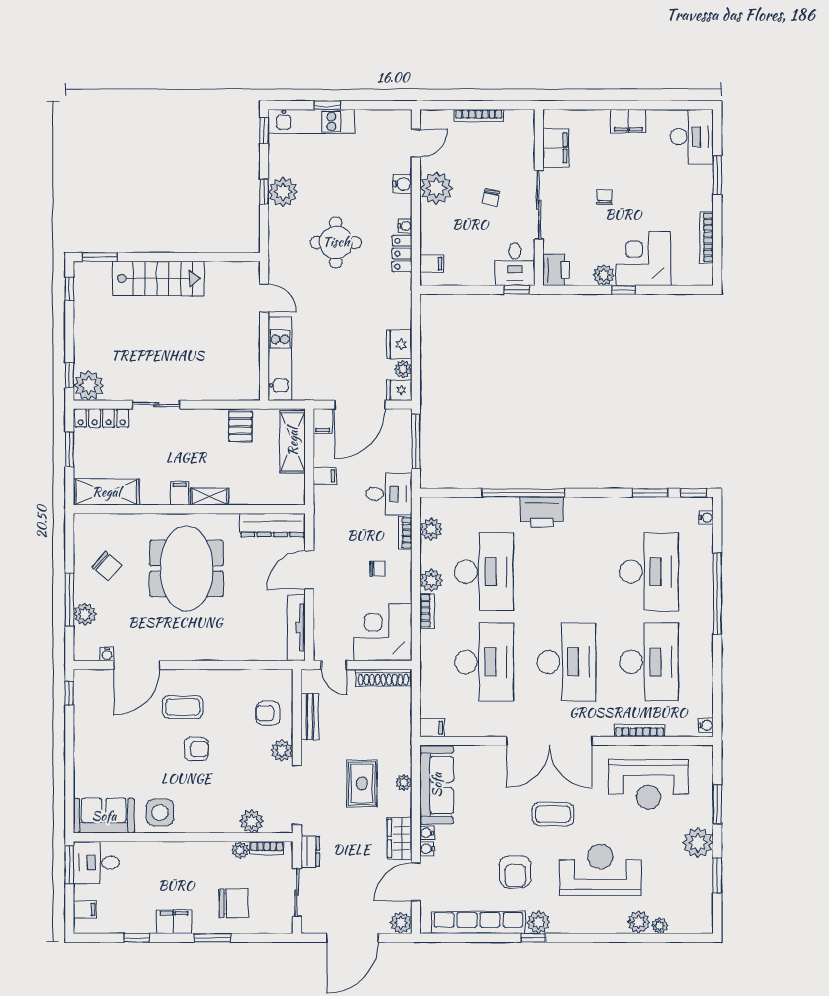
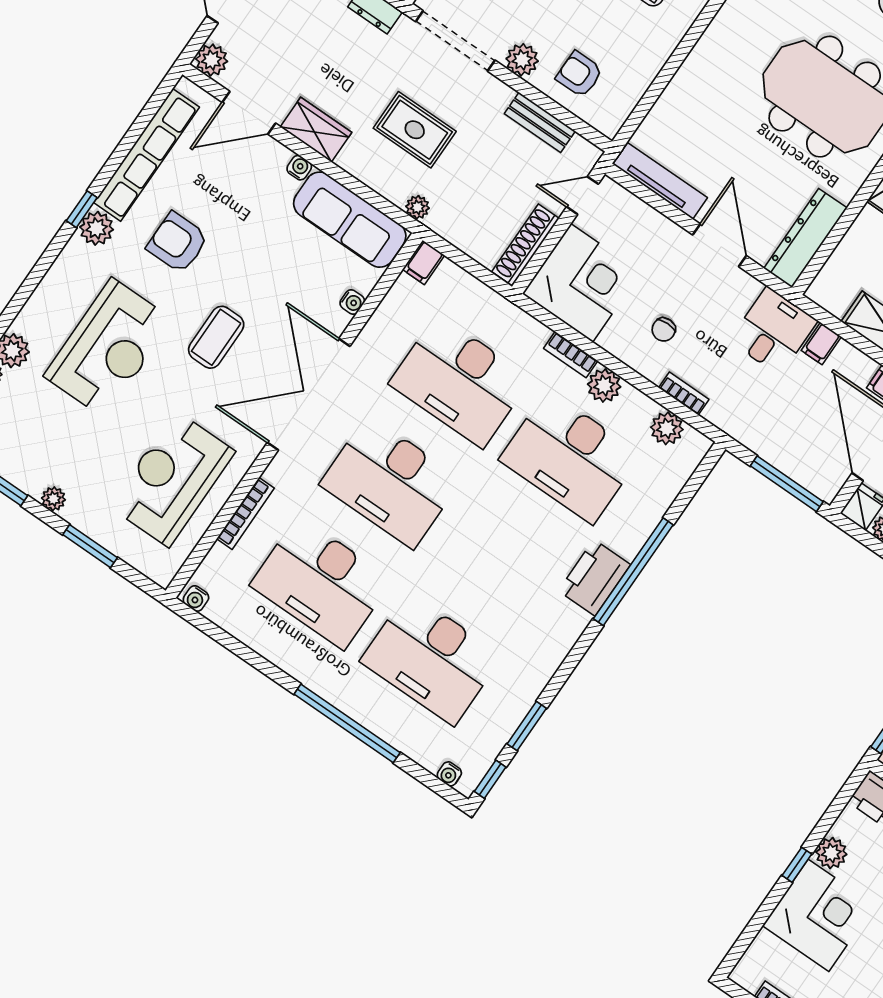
desk: (389, 494) -> (773, 331), moved, turned 180
armchair: (268, 713) -> (579, 74), turned -90
plant: (404, 782) -> (418, 207), moved
plant: (698, 843) -> (53, 499), width x0.53, depth x0.53
water cooler: (427, 849) -> (352, 302), moved, turned 90
door: (416, 882) -> (249, 113), swing flipped

